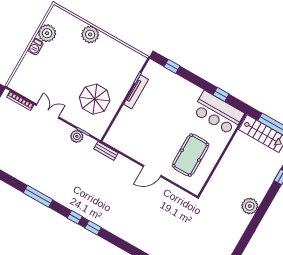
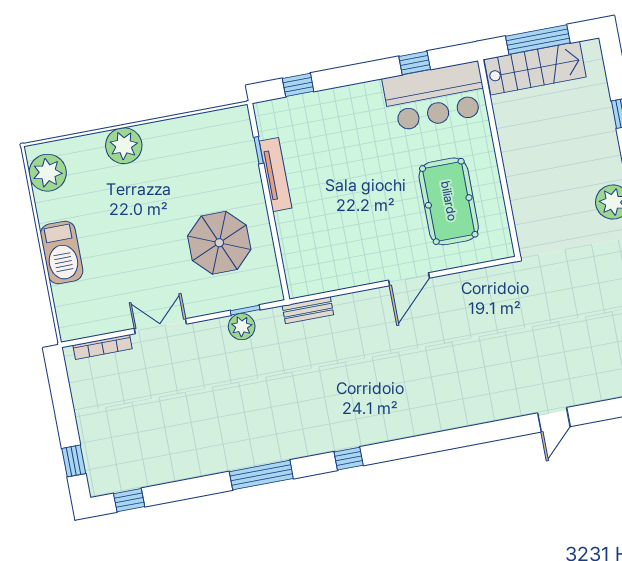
plant: (47, 33) -> (48, 173), moved
barbecue: (35, 47) -> (62, 252), width x1.88, depth x1.53
window: (93, 228) -> (392, 450), removed

